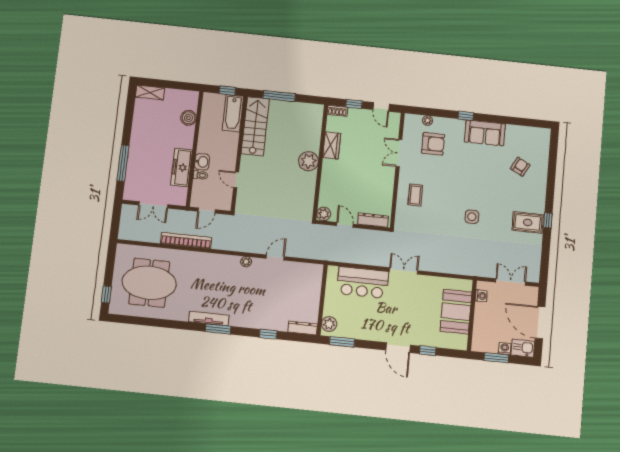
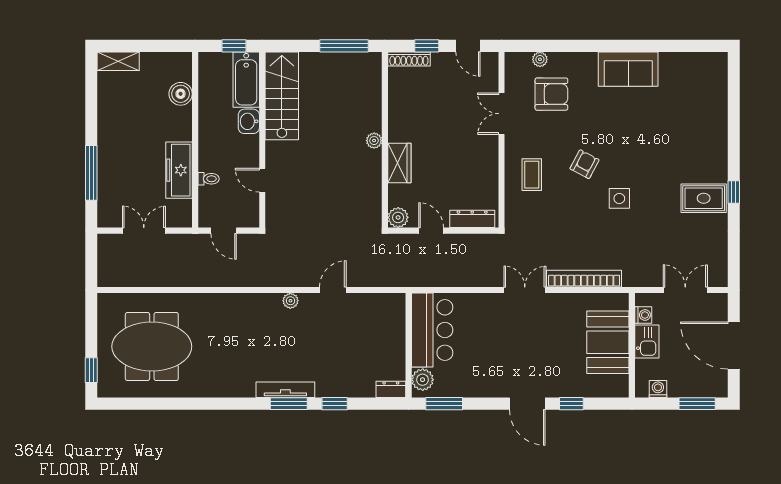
window: (279, 96) -> (344, 46), moved
shoe rack: (337, 111) -> (409, 59), width x1.43
window: (466, 116) -> (597, 46), removed
wardrobe: (332, 145) -> (399, 163), moved
plant: (308, 161) -> (374, 141), width x0.53, depth x0.53
washbasin: (202, 162) -> (249, 121), moved, turned 180
armchair: (520, 167) -> (585, 164), moved
double door: (153, 205) -> (144, 231), swing flipped
door: (207, 210) -> (224, 231), hinge flipped
bookcase: (186, 240) -> (584, 279), moved
bar counter: (363, 282) -> (432, 330), moved, turned -90
tv unit: (209, 318) -> (285, 390), moved
dresser: (303, 328) -> (391, 389), width x0.70
window: (218, 329) -> (289, 404), moved
kitchen sink: (523, 348) -> (647, 342), moved, turned 90
washing machine: (505, 349) -> (658, 389), moved
window: (496, 358) -> (697, 404), moved

